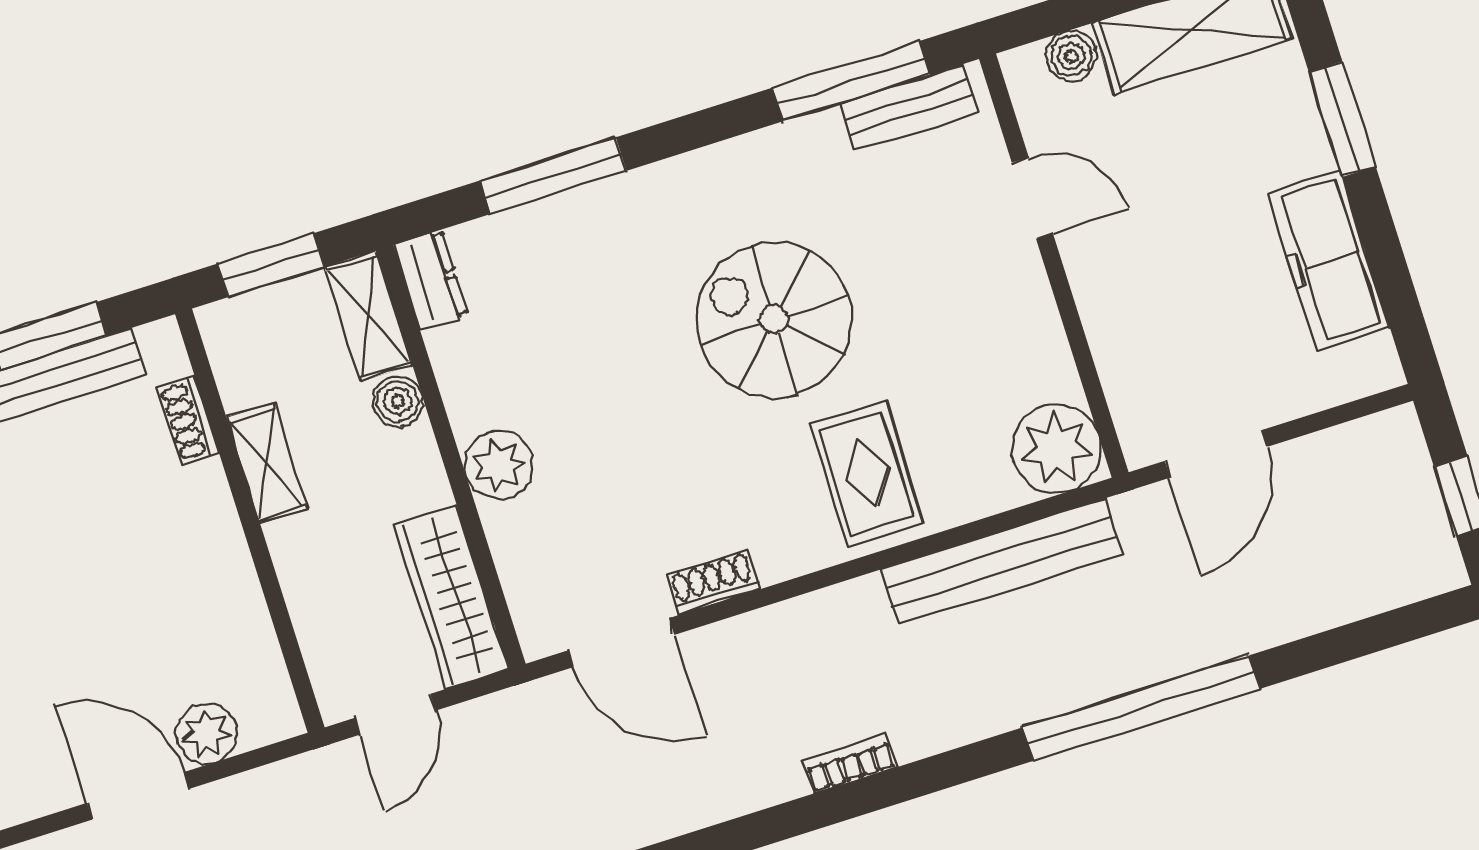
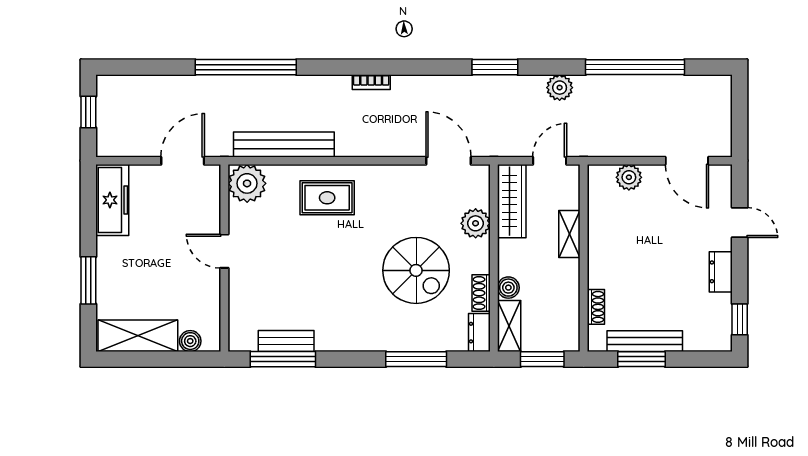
bench: (909, 107) -> (286, 341), moved
door: (1032, 198) -> (224, 251), moved
freezer: (1328, 261) -> (112, 200), moved
spiral stairs: (774, 319) -> (416, 270), moved
shelving: (267, 463) -> (569, 234), moved
plant: (499, 465) -> (476, 223), moved
rug: (867, 474) -> (327, 198), turned 90
shoe rack: (713, 582) -> (481, 293), moved, turned 90
door: (138, 796) -> (687, 161), moved

